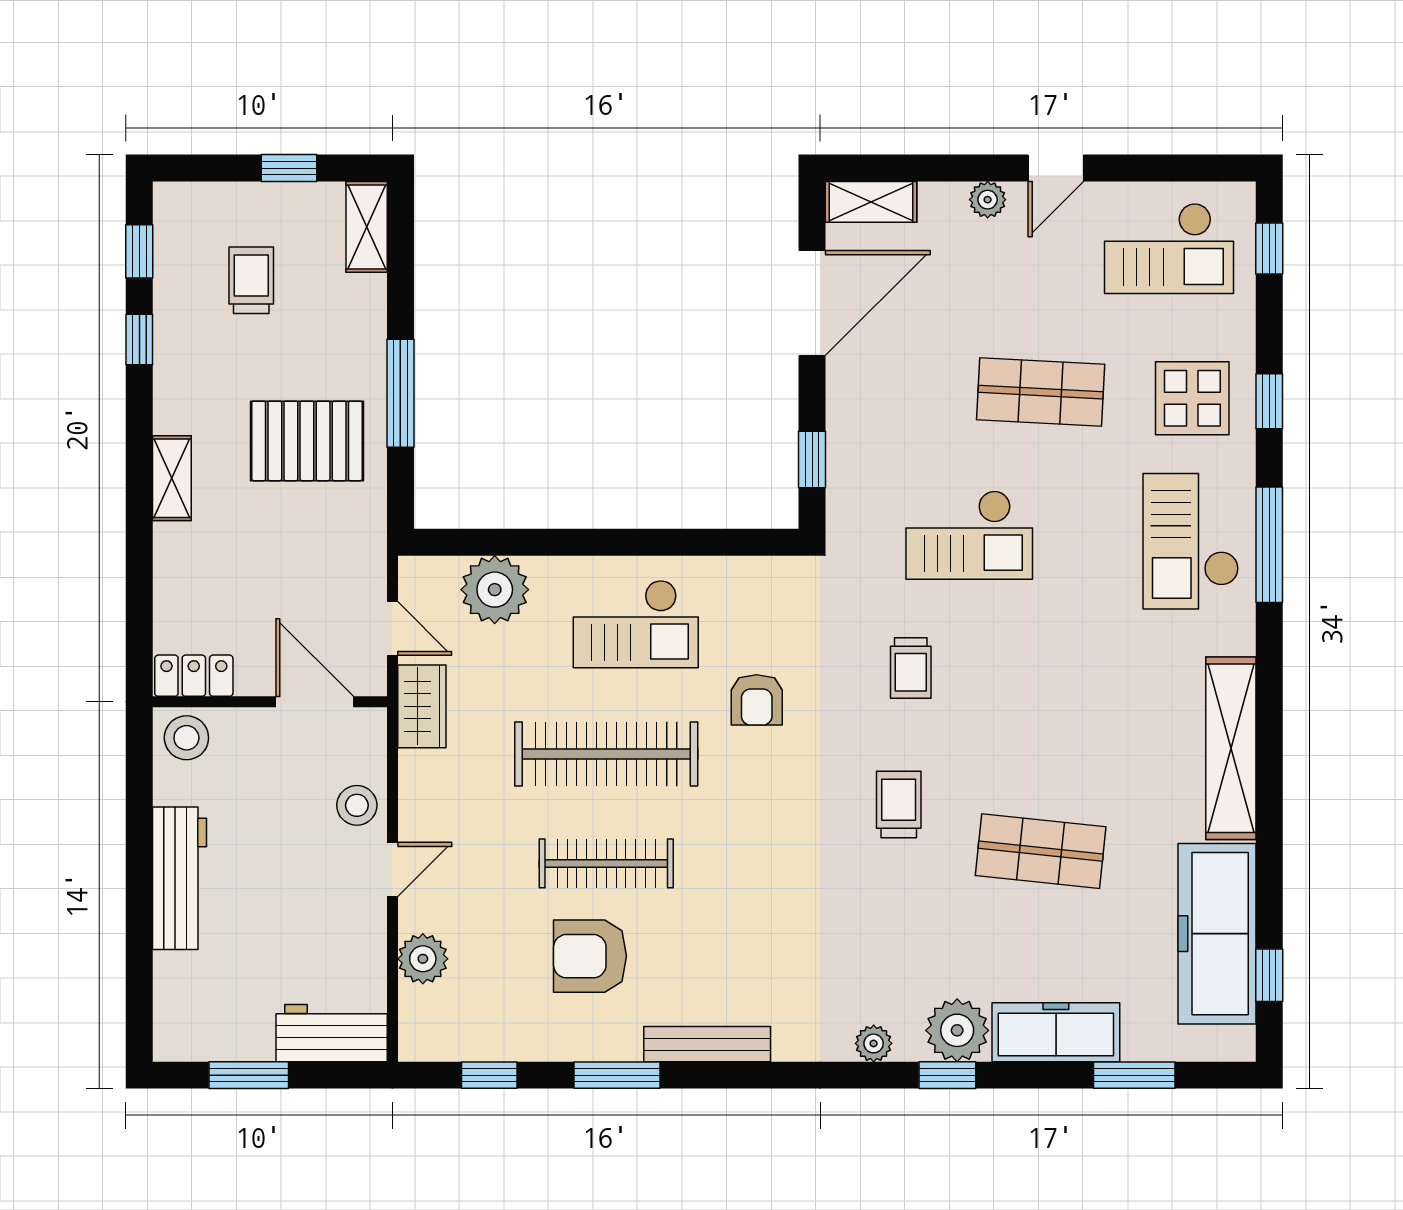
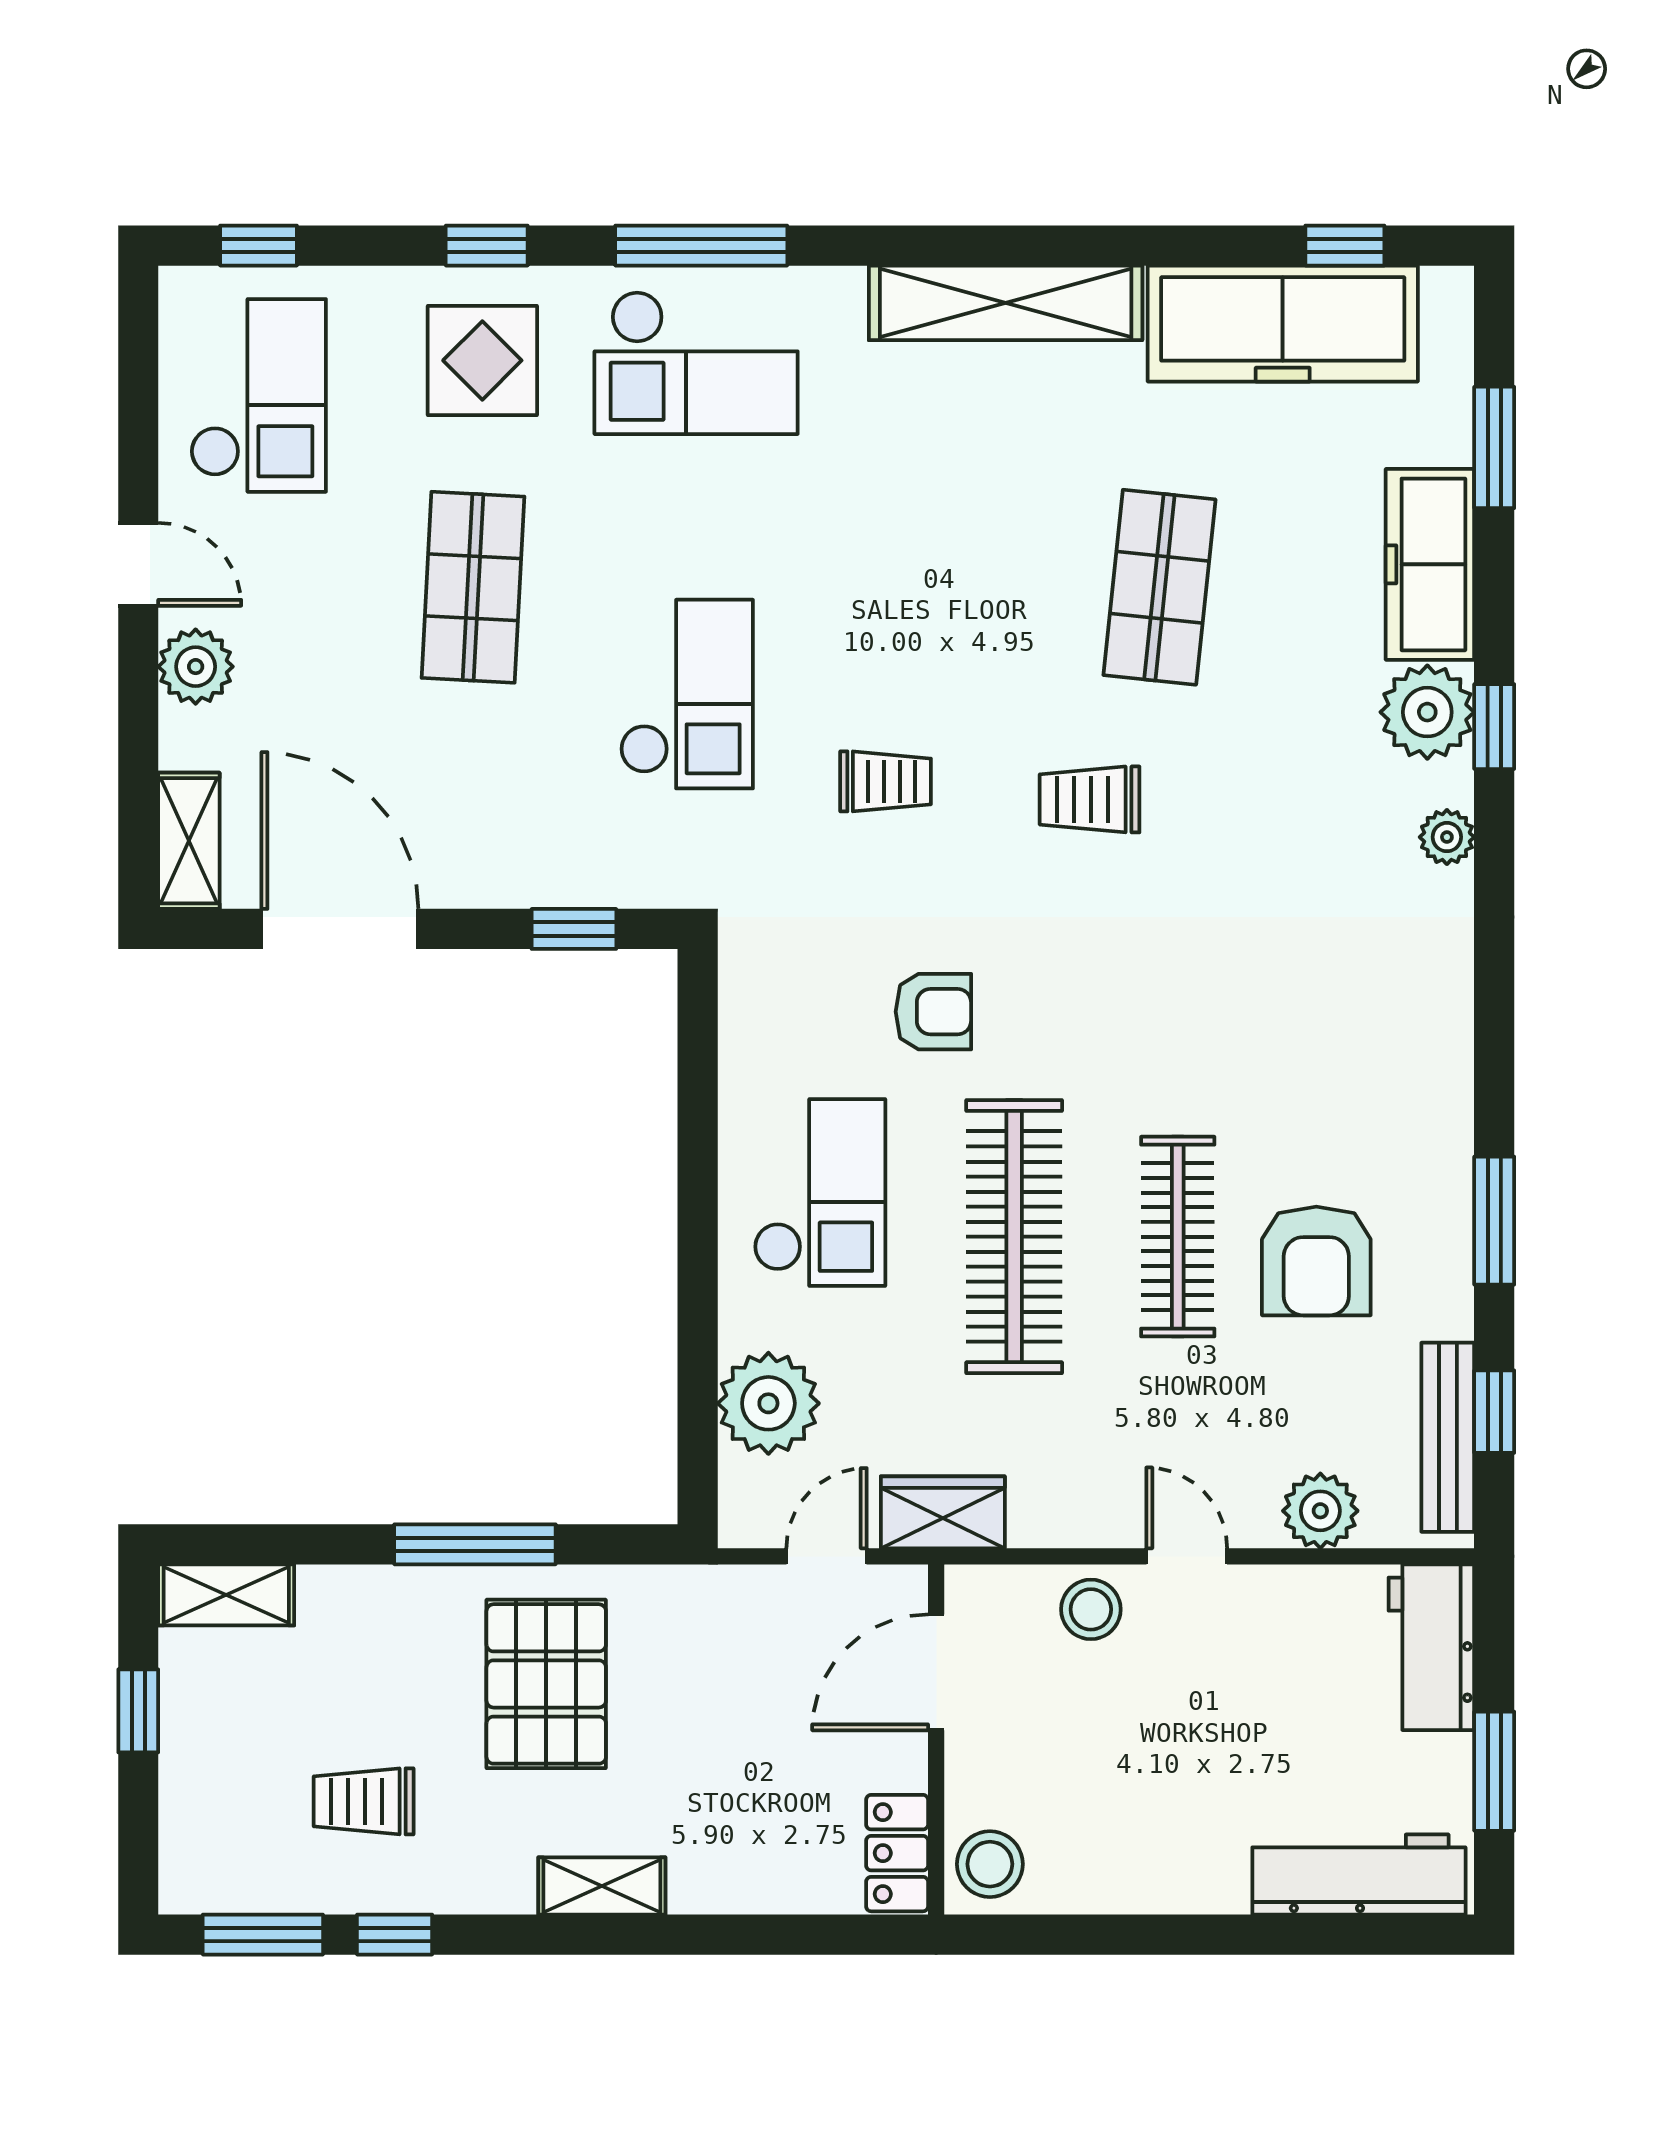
plant: (988, 200) -> (196, 667), width x1.38, depth x1.38
window: (139, 251) -> (263, 1935), width x1.50
trolley: (251, 280) -> (364, 1801), moved
workbench: (180, 878) -> (1359, 1875), moved
bench: (707, 1044) -> (1448, 1437), moved

